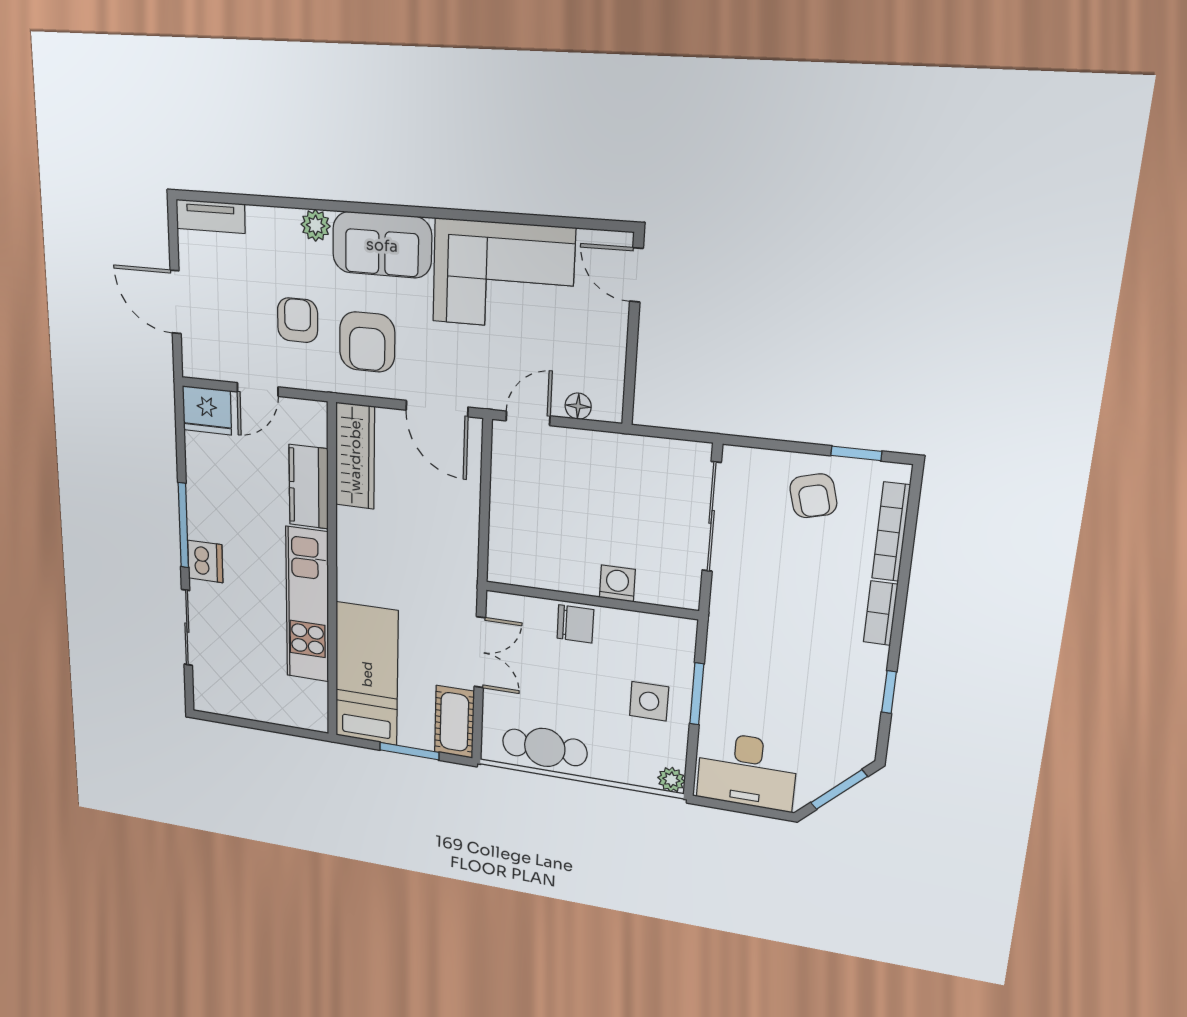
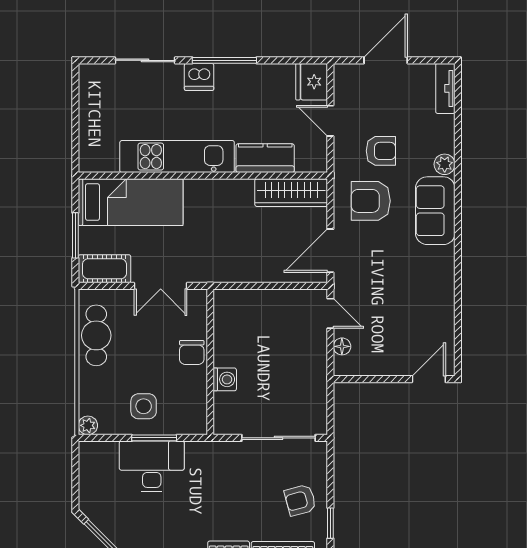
corner sofa: (503, 275) -> (422, 293), removed
desk: (747, 771) -> (152, 466), moved, turned 90

